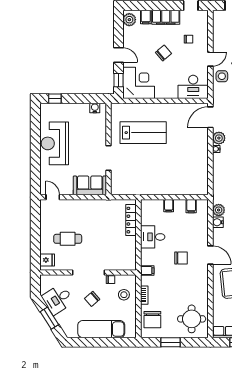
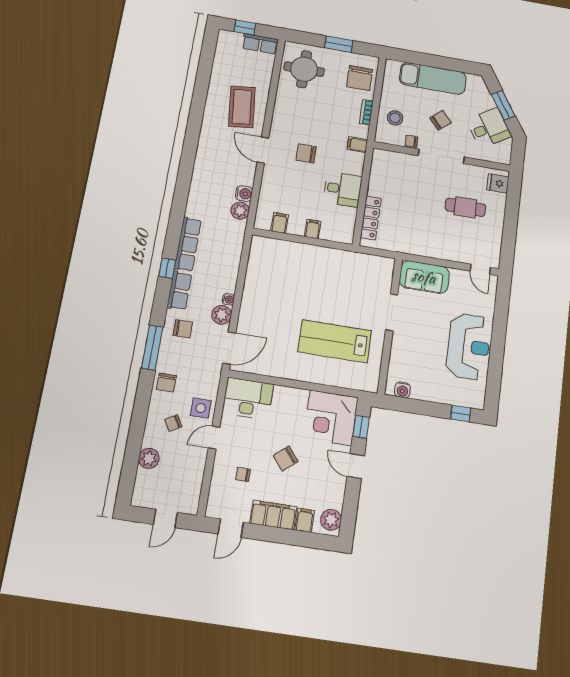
chair: (152, 320) -> (360, 78), turned 180

